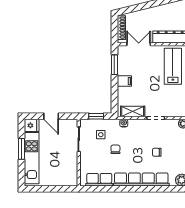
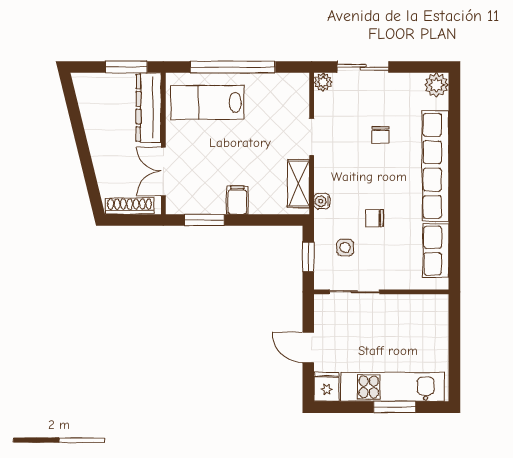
door: (51, 116) -> (308, 348), swing flipped
window: (21, 149) -> (395, 407), moved

